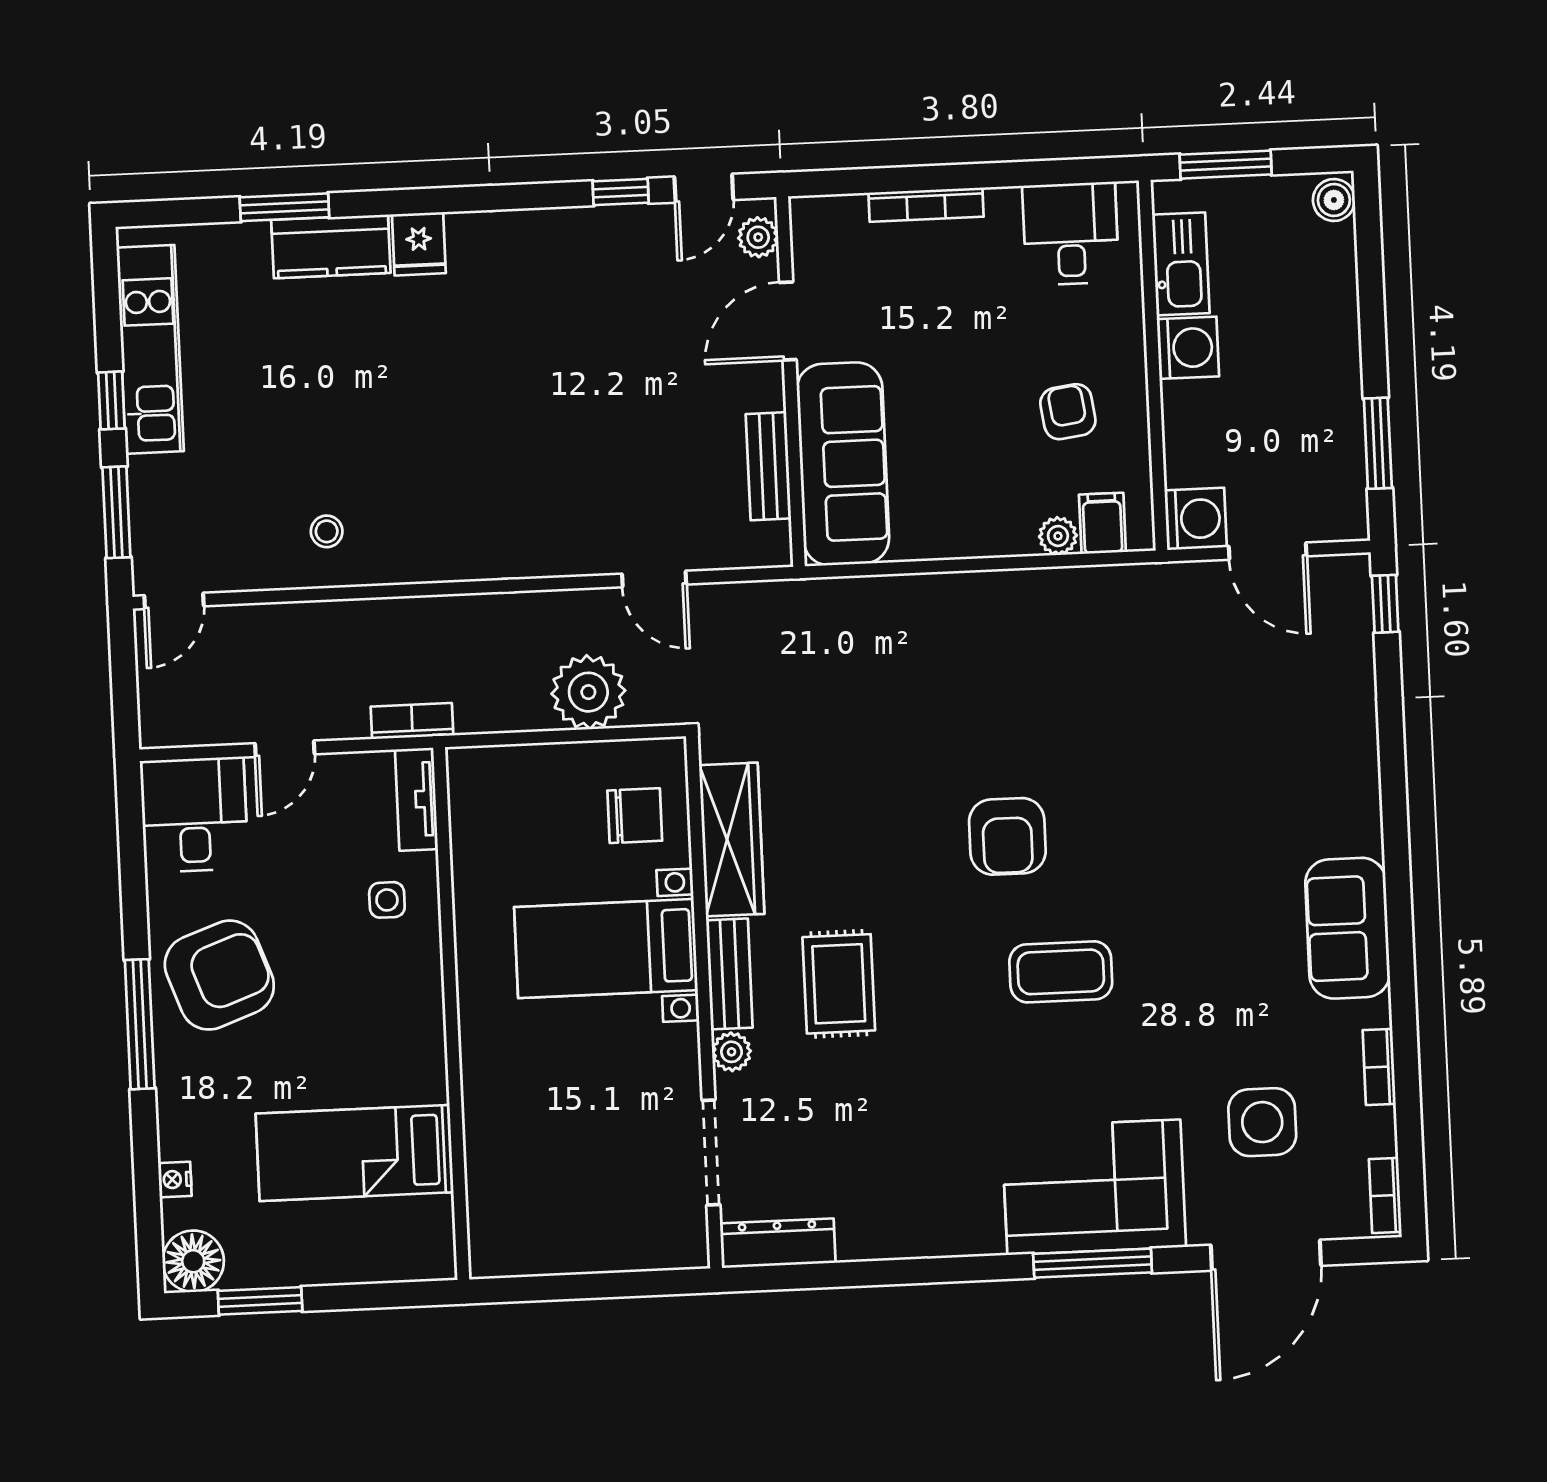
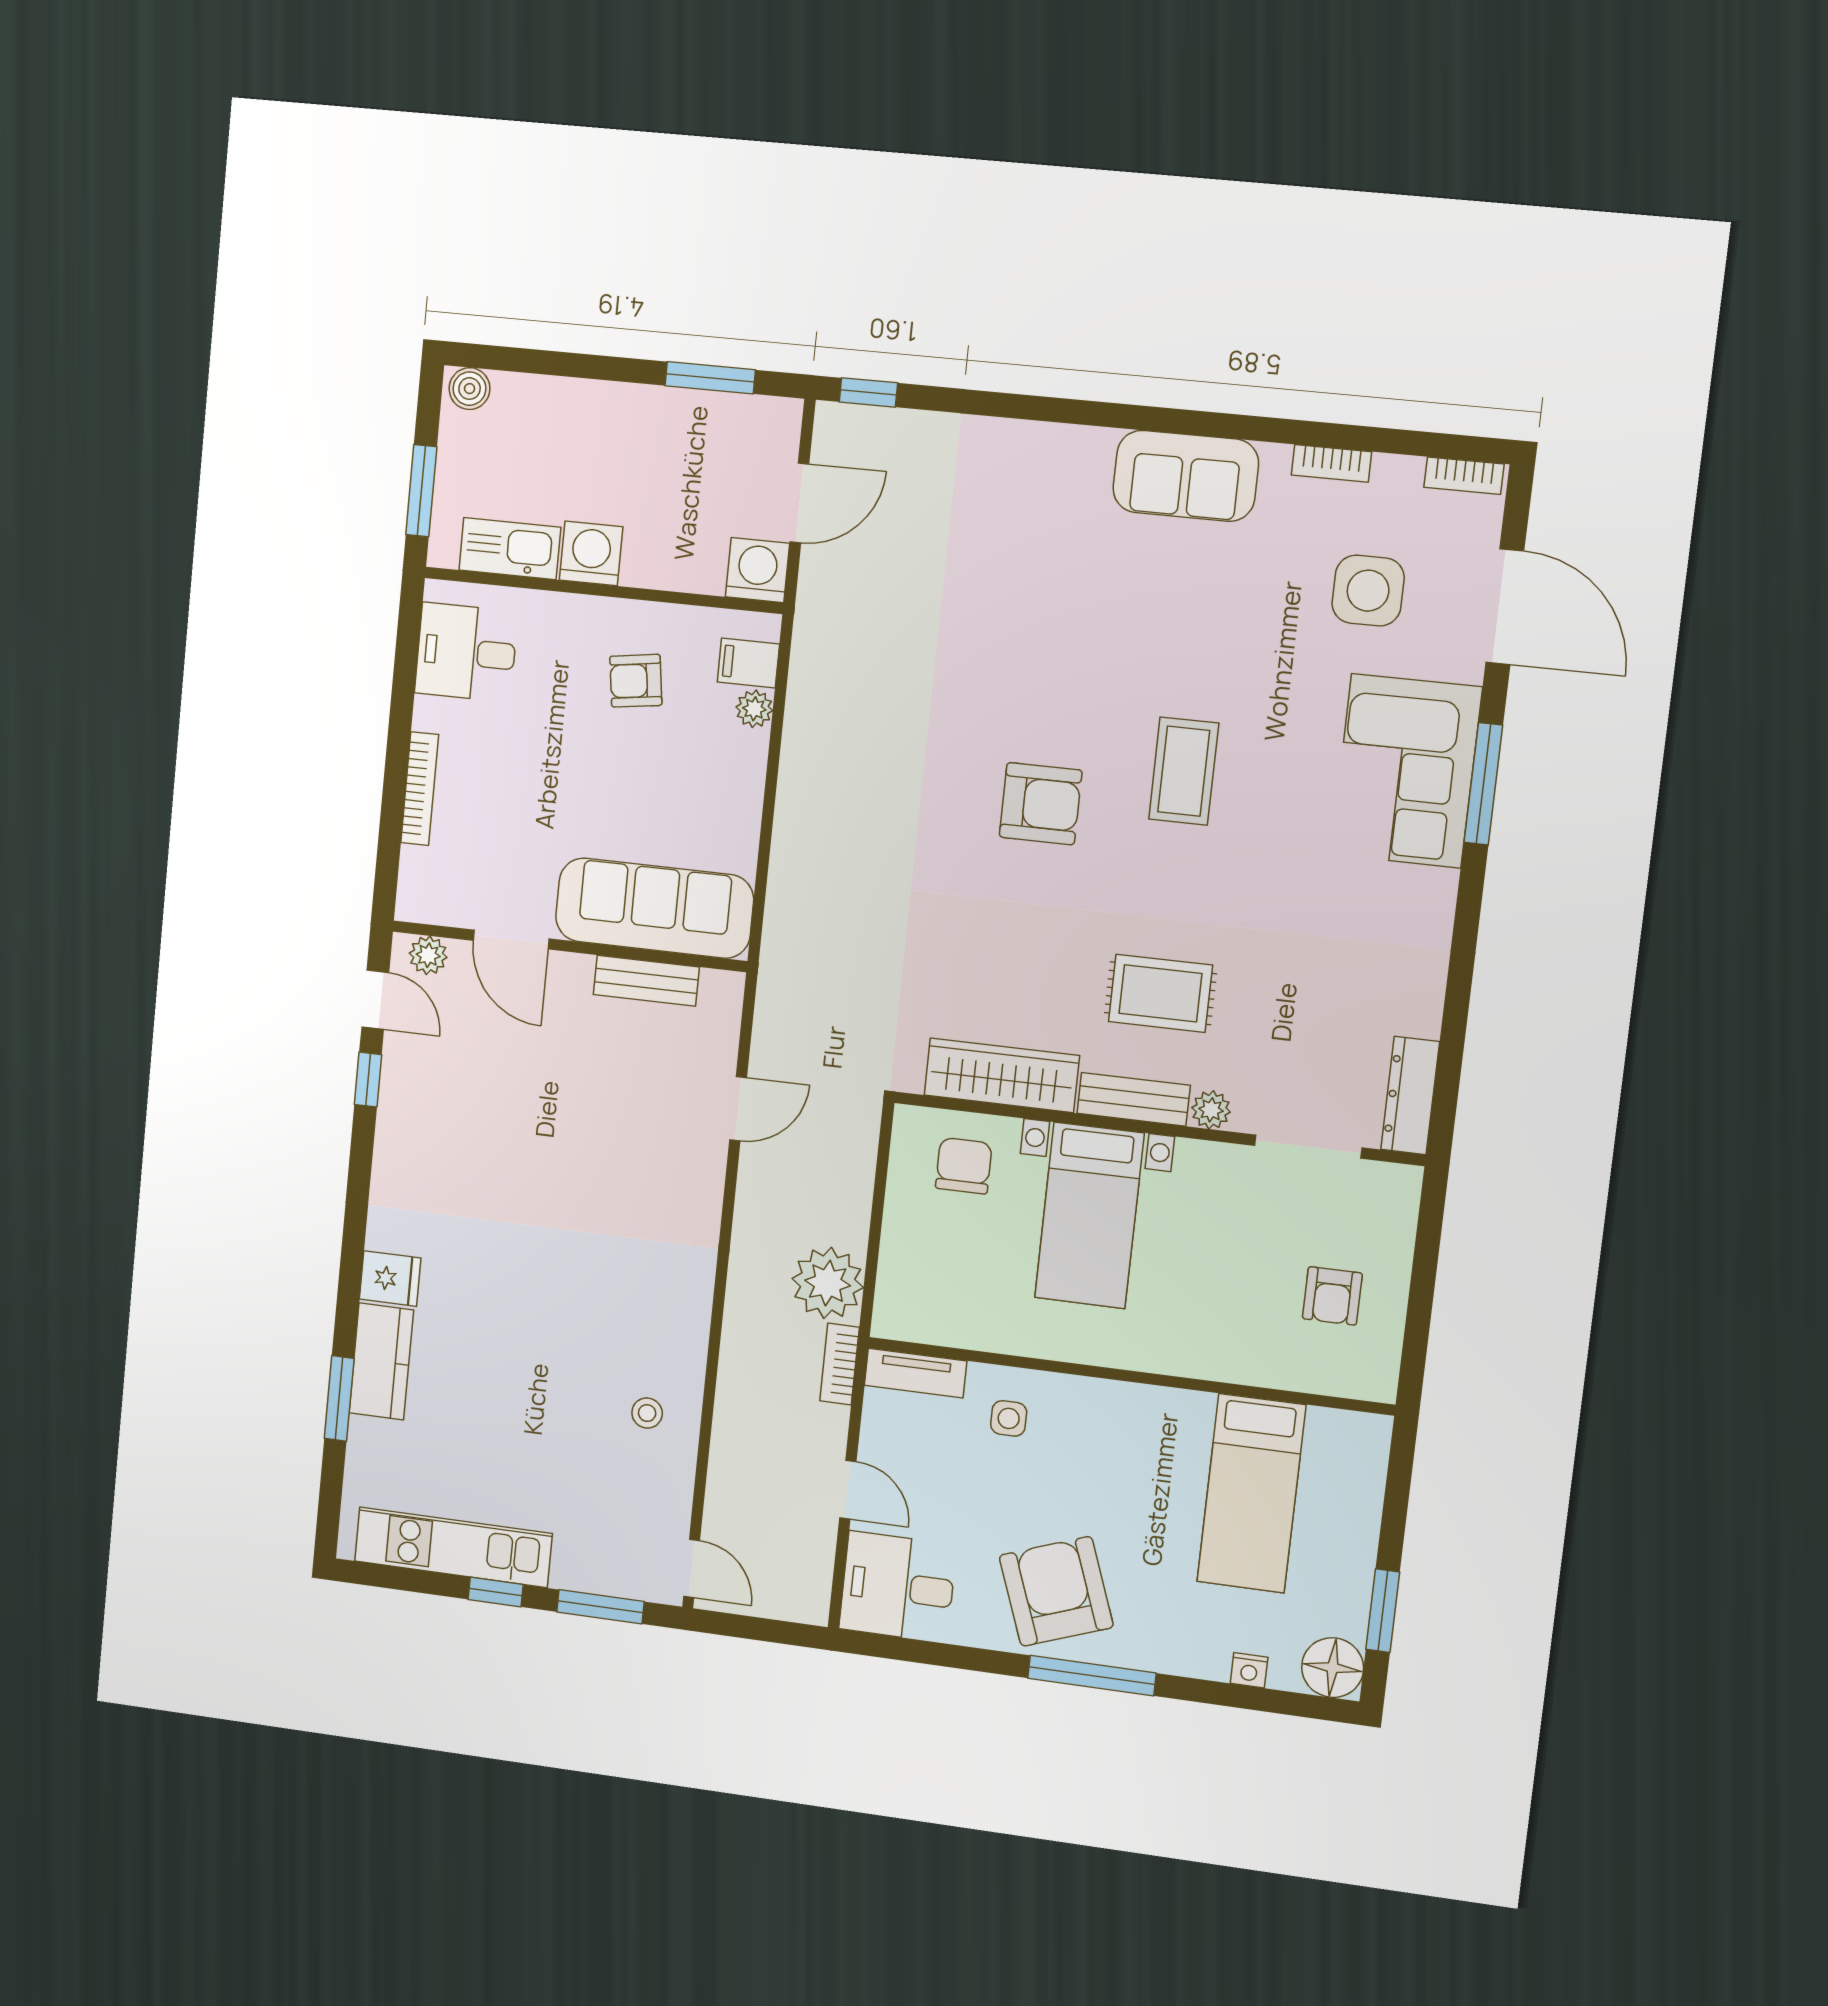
plant: (588, 692) -> (828, 1283), moved
armchair: (567, 1200) -> (1332, 1296), added

